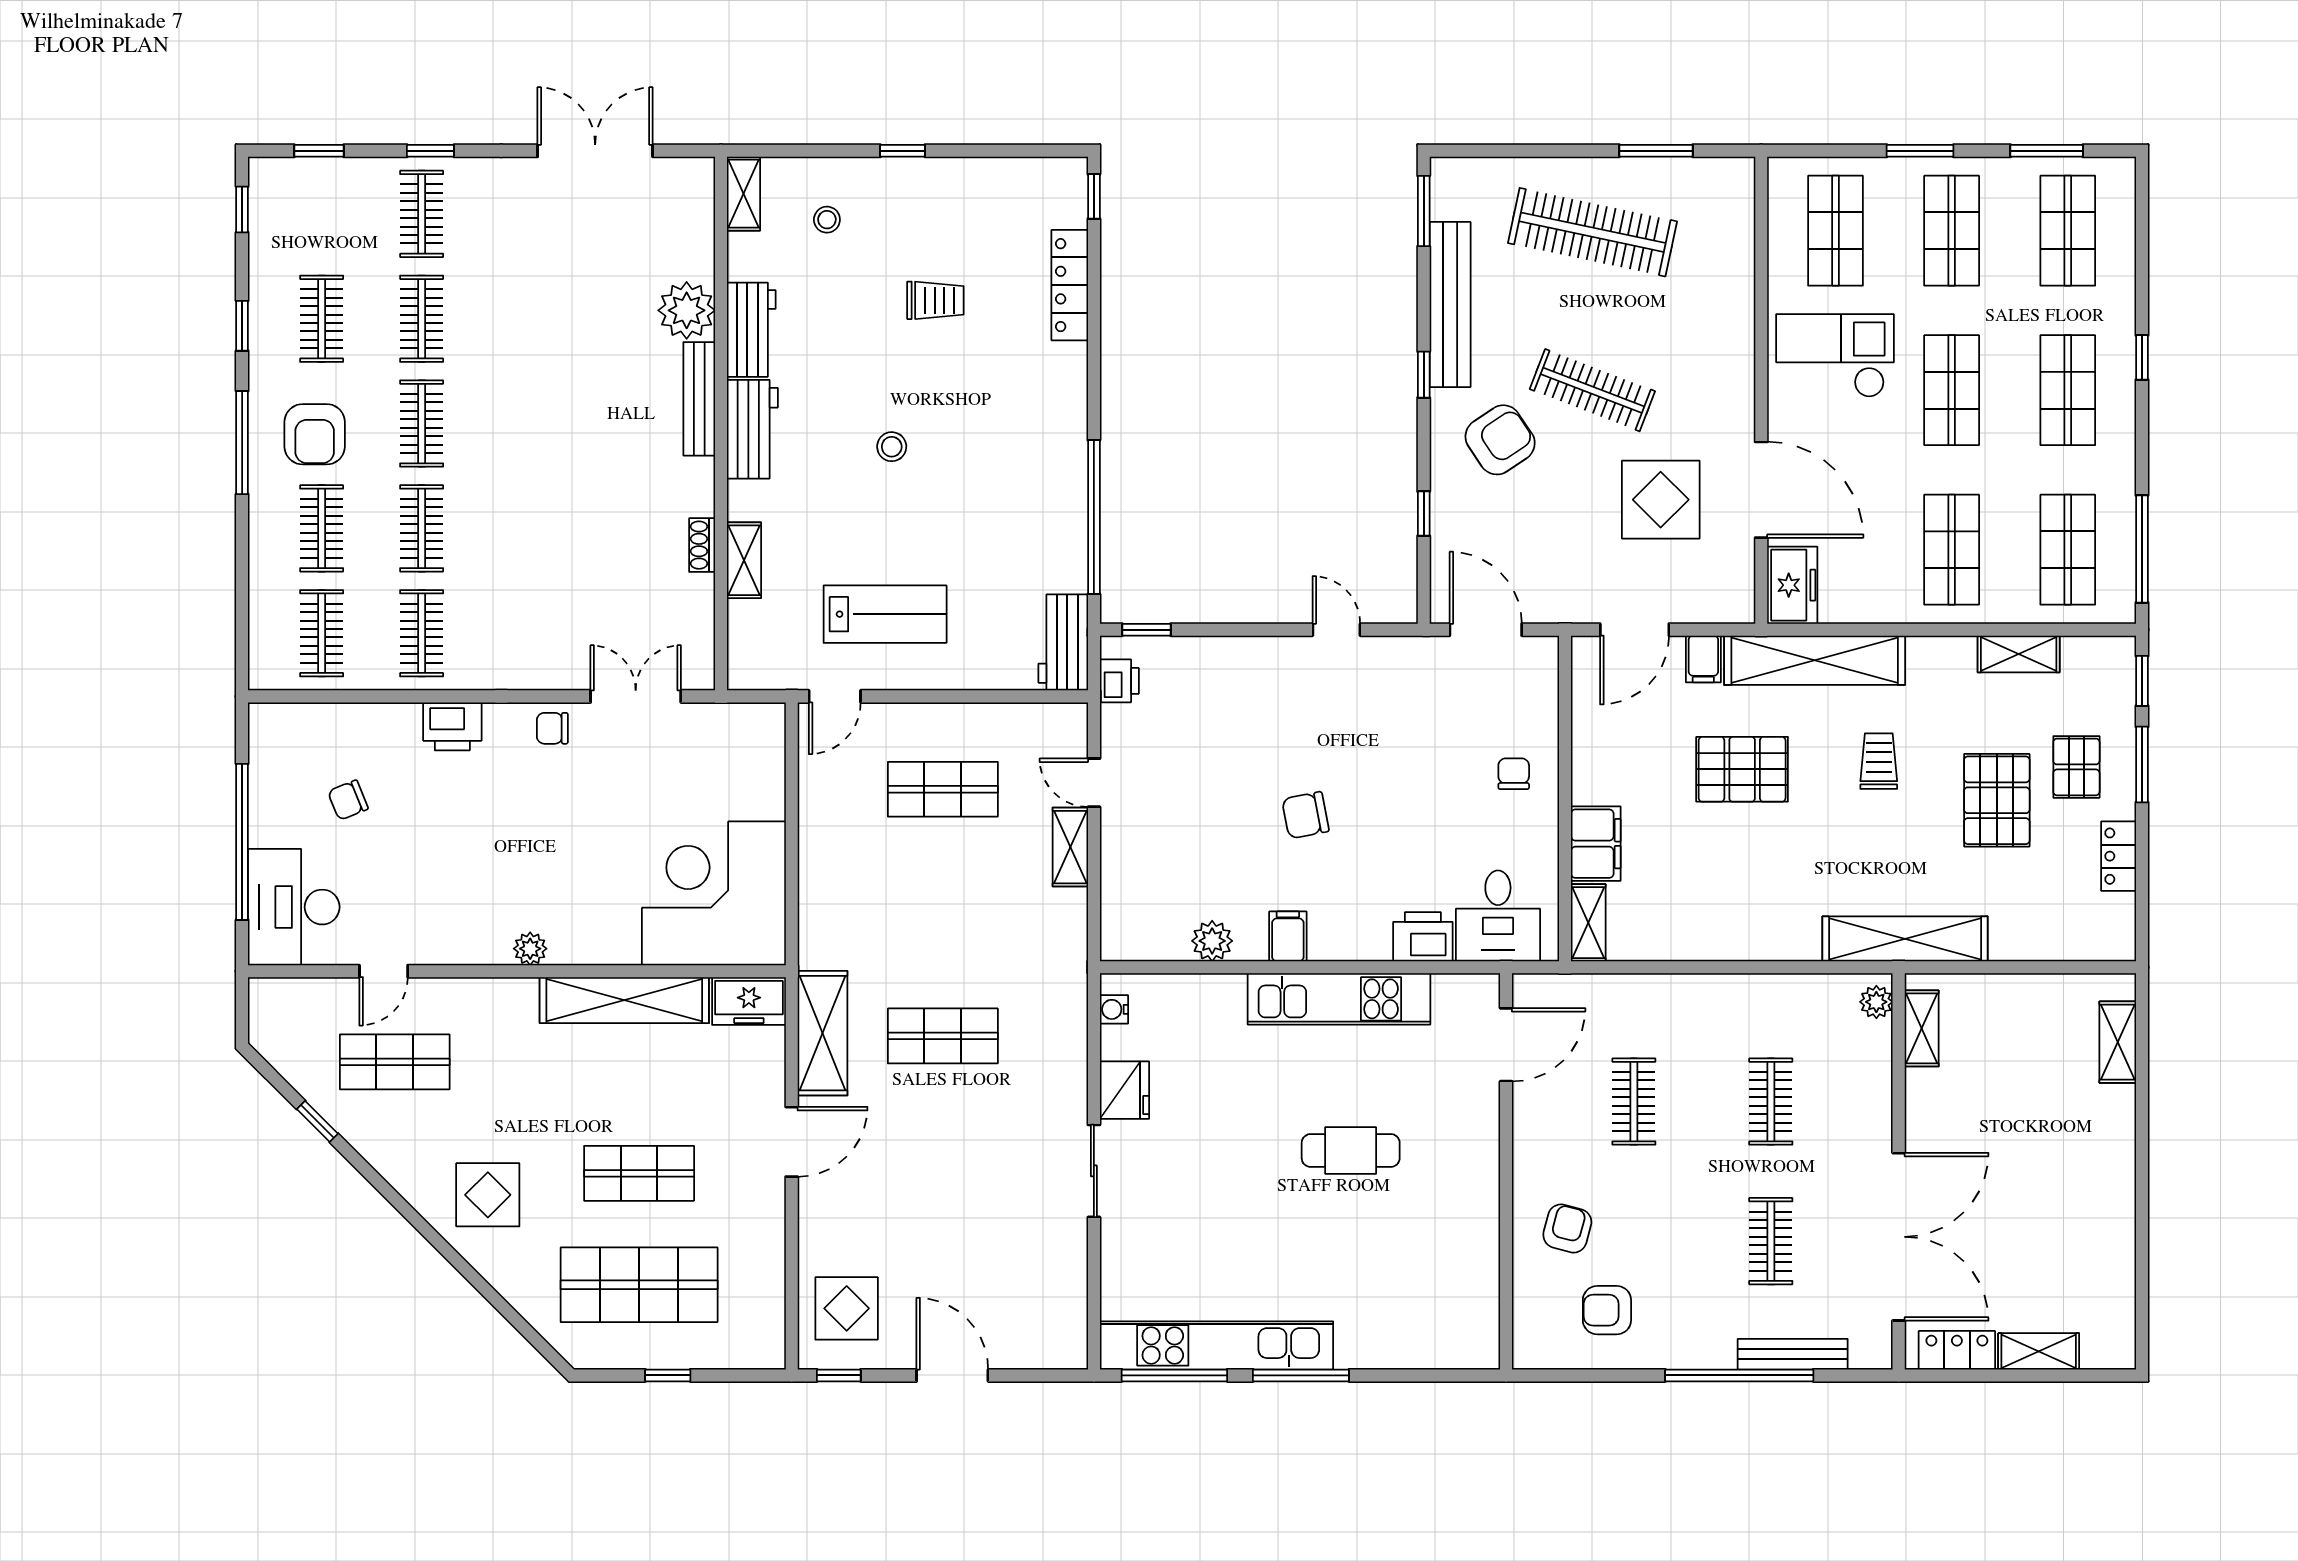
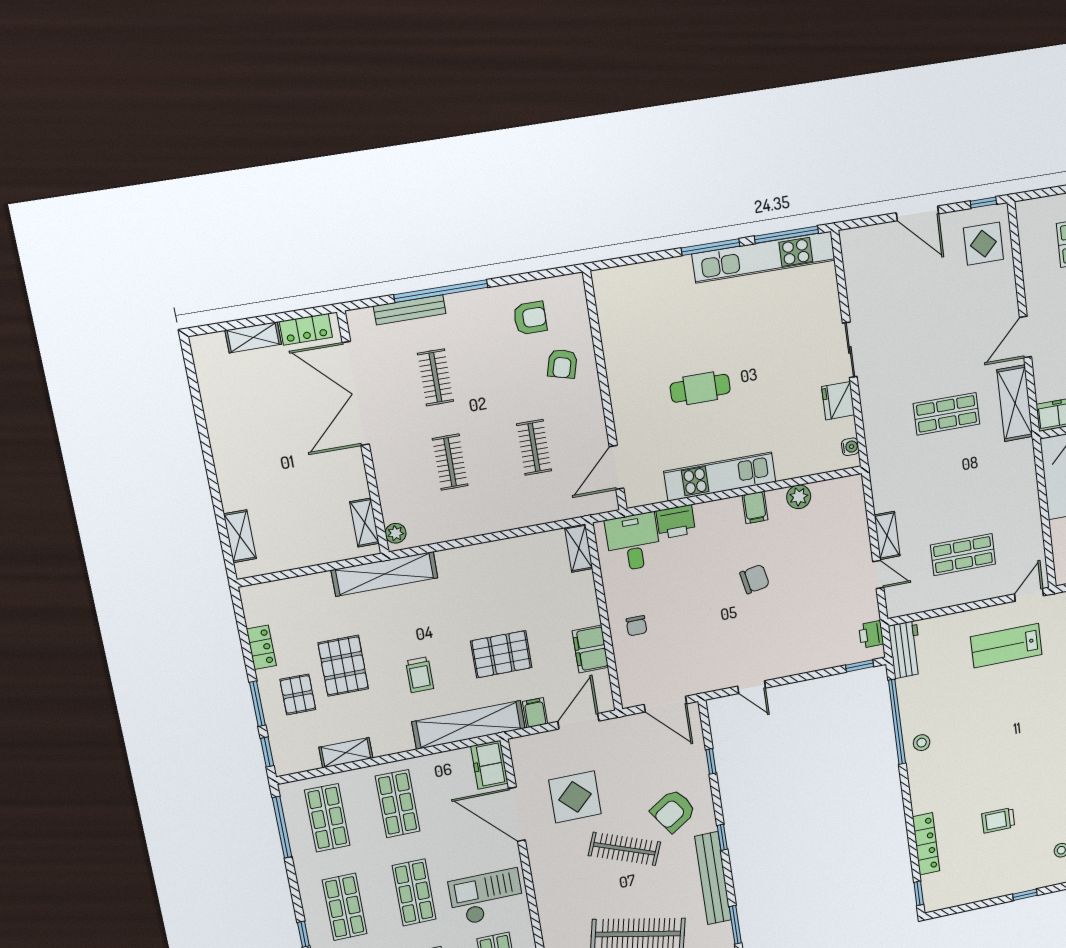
checkout: (1835, 356) -> (486, 897), turned 180
stool: (892, 447) -> (922, 743), moved
filing cabinet: (1596, 844) -> (590, 649), moved

